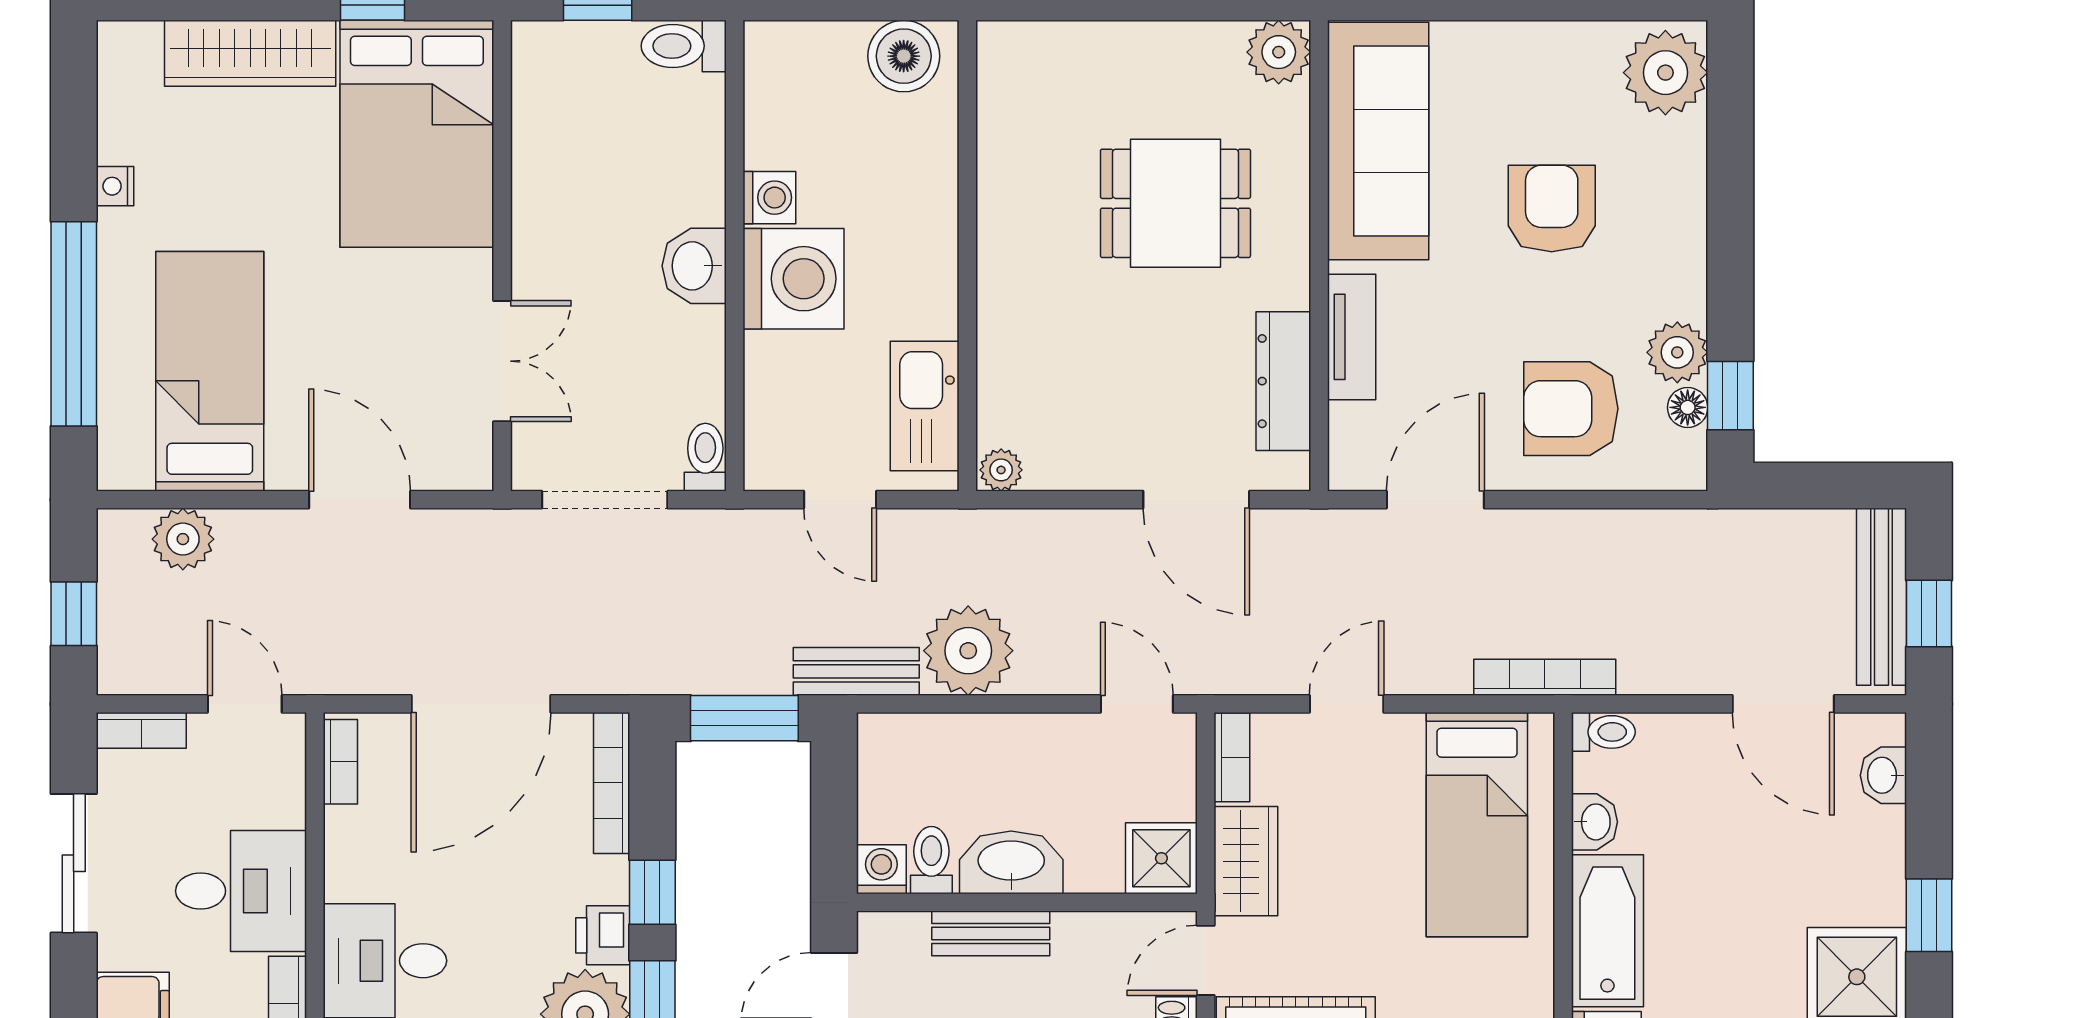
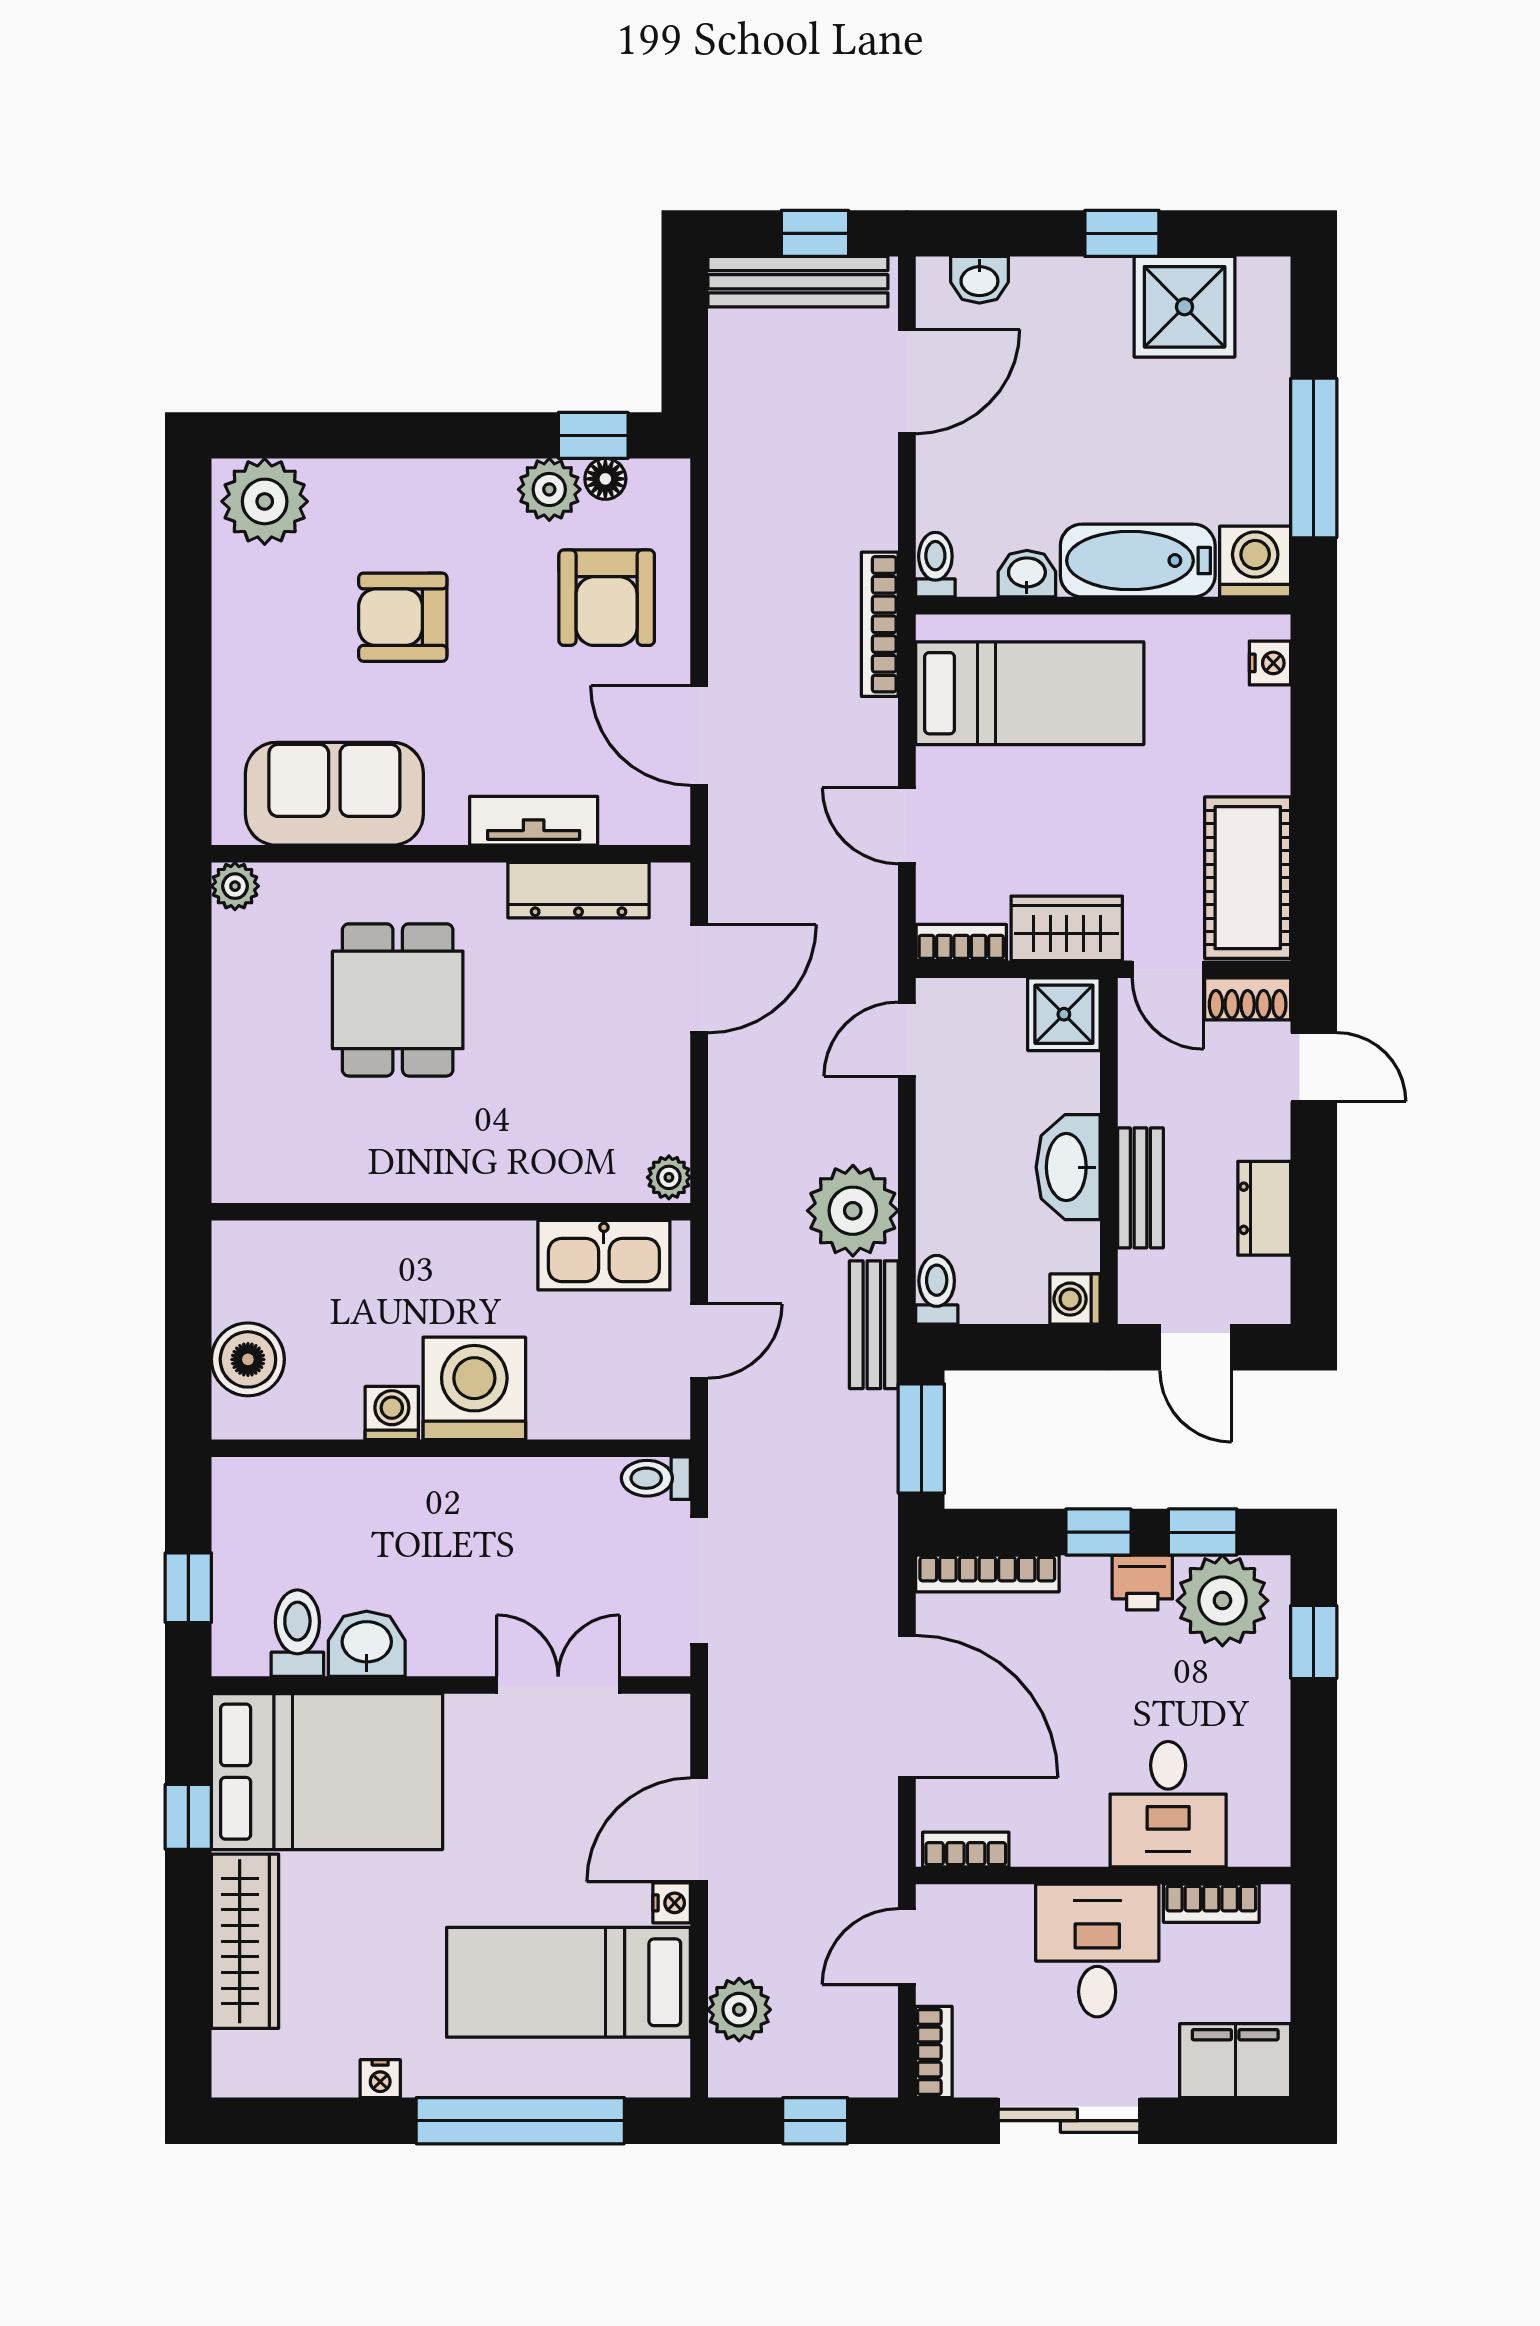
toilet: (684, 46) -> (297, 1633), moved, turned 180
plant: (1279, 52) -> (235, 886), width x0.73, depth x0.73
boiler: (904, 56) -> (248, 1359), moved
sofa: (1378, 141) -> (334, 794), width x0.73
washbasin: (694, 266) -> (367, 1644), moved, turned 180
nightstand: (288, 473) -> (672, 1903), added
toilet: (931, 860) -> (937, 1290), moved, turned 90

